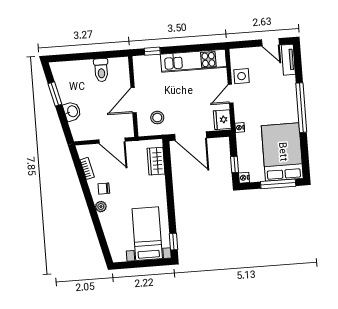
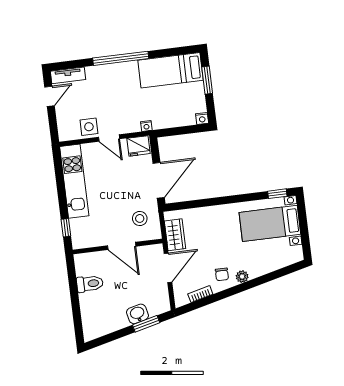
window: (55, 94) -> (146, 324), moved
bed: (282, 152) -> (170, 70), width x0.67
wardrobe: (156, 161) -> (175, 235), moved, turned -90
window: (235, 164) -> (188, 130), removed
window: (278, 184) -> (207, 80), width x0.69

